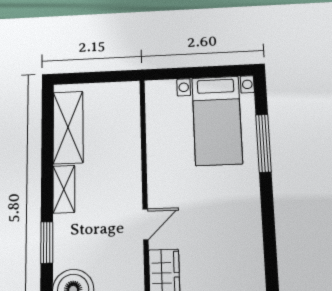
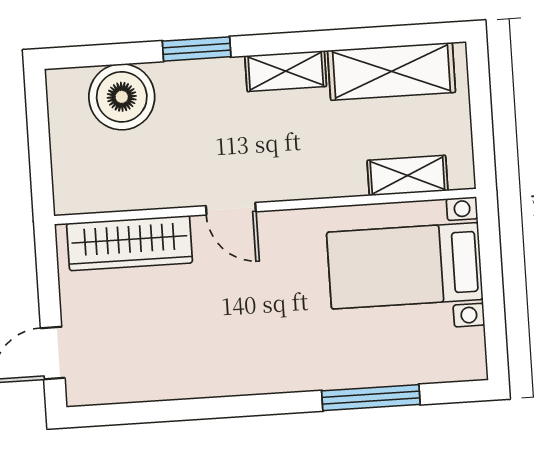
shelving: (130, 119) -> (407, 176), added
bed with nightstands: (217, 121) -> (405, 266), moved

